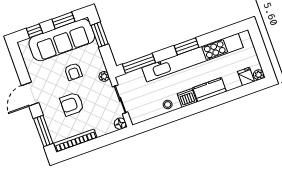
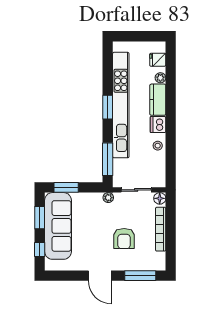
armchair: (73, 72) -> (93, 226), removed
plant: (259, 75) -> (160, 78), moved
bookcase: (75, 141) -> (161, 229), moved

